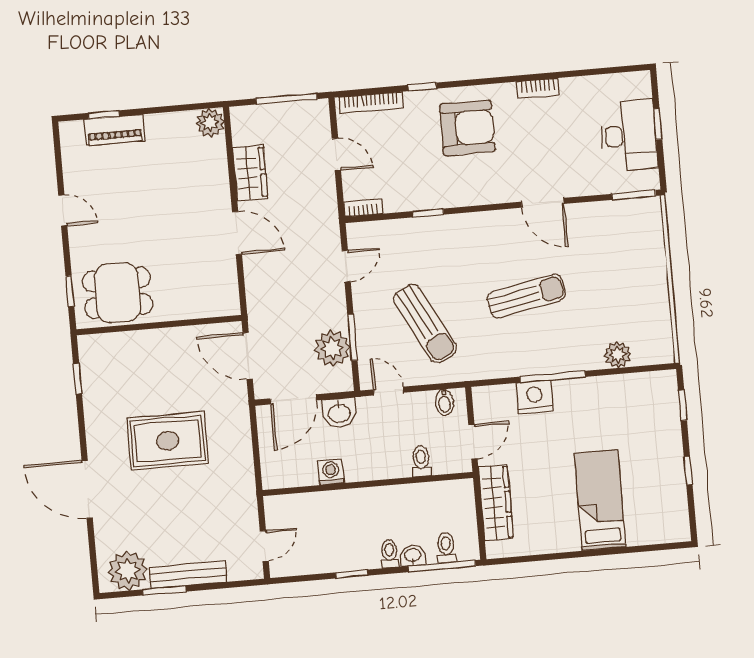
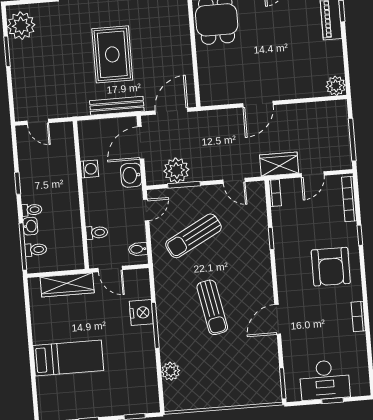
wardrobe: (250, 173) -> (279, 164), moved, turned 180
door: (293, 399) -> (141, 143), hinge flipped
bench: (188, 575) -> (117, 106), moved, turned 90

